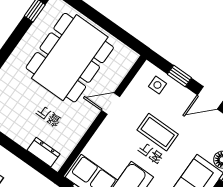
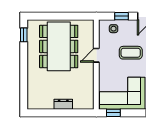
dresser: (44, 152) -> (63, 104), moved

